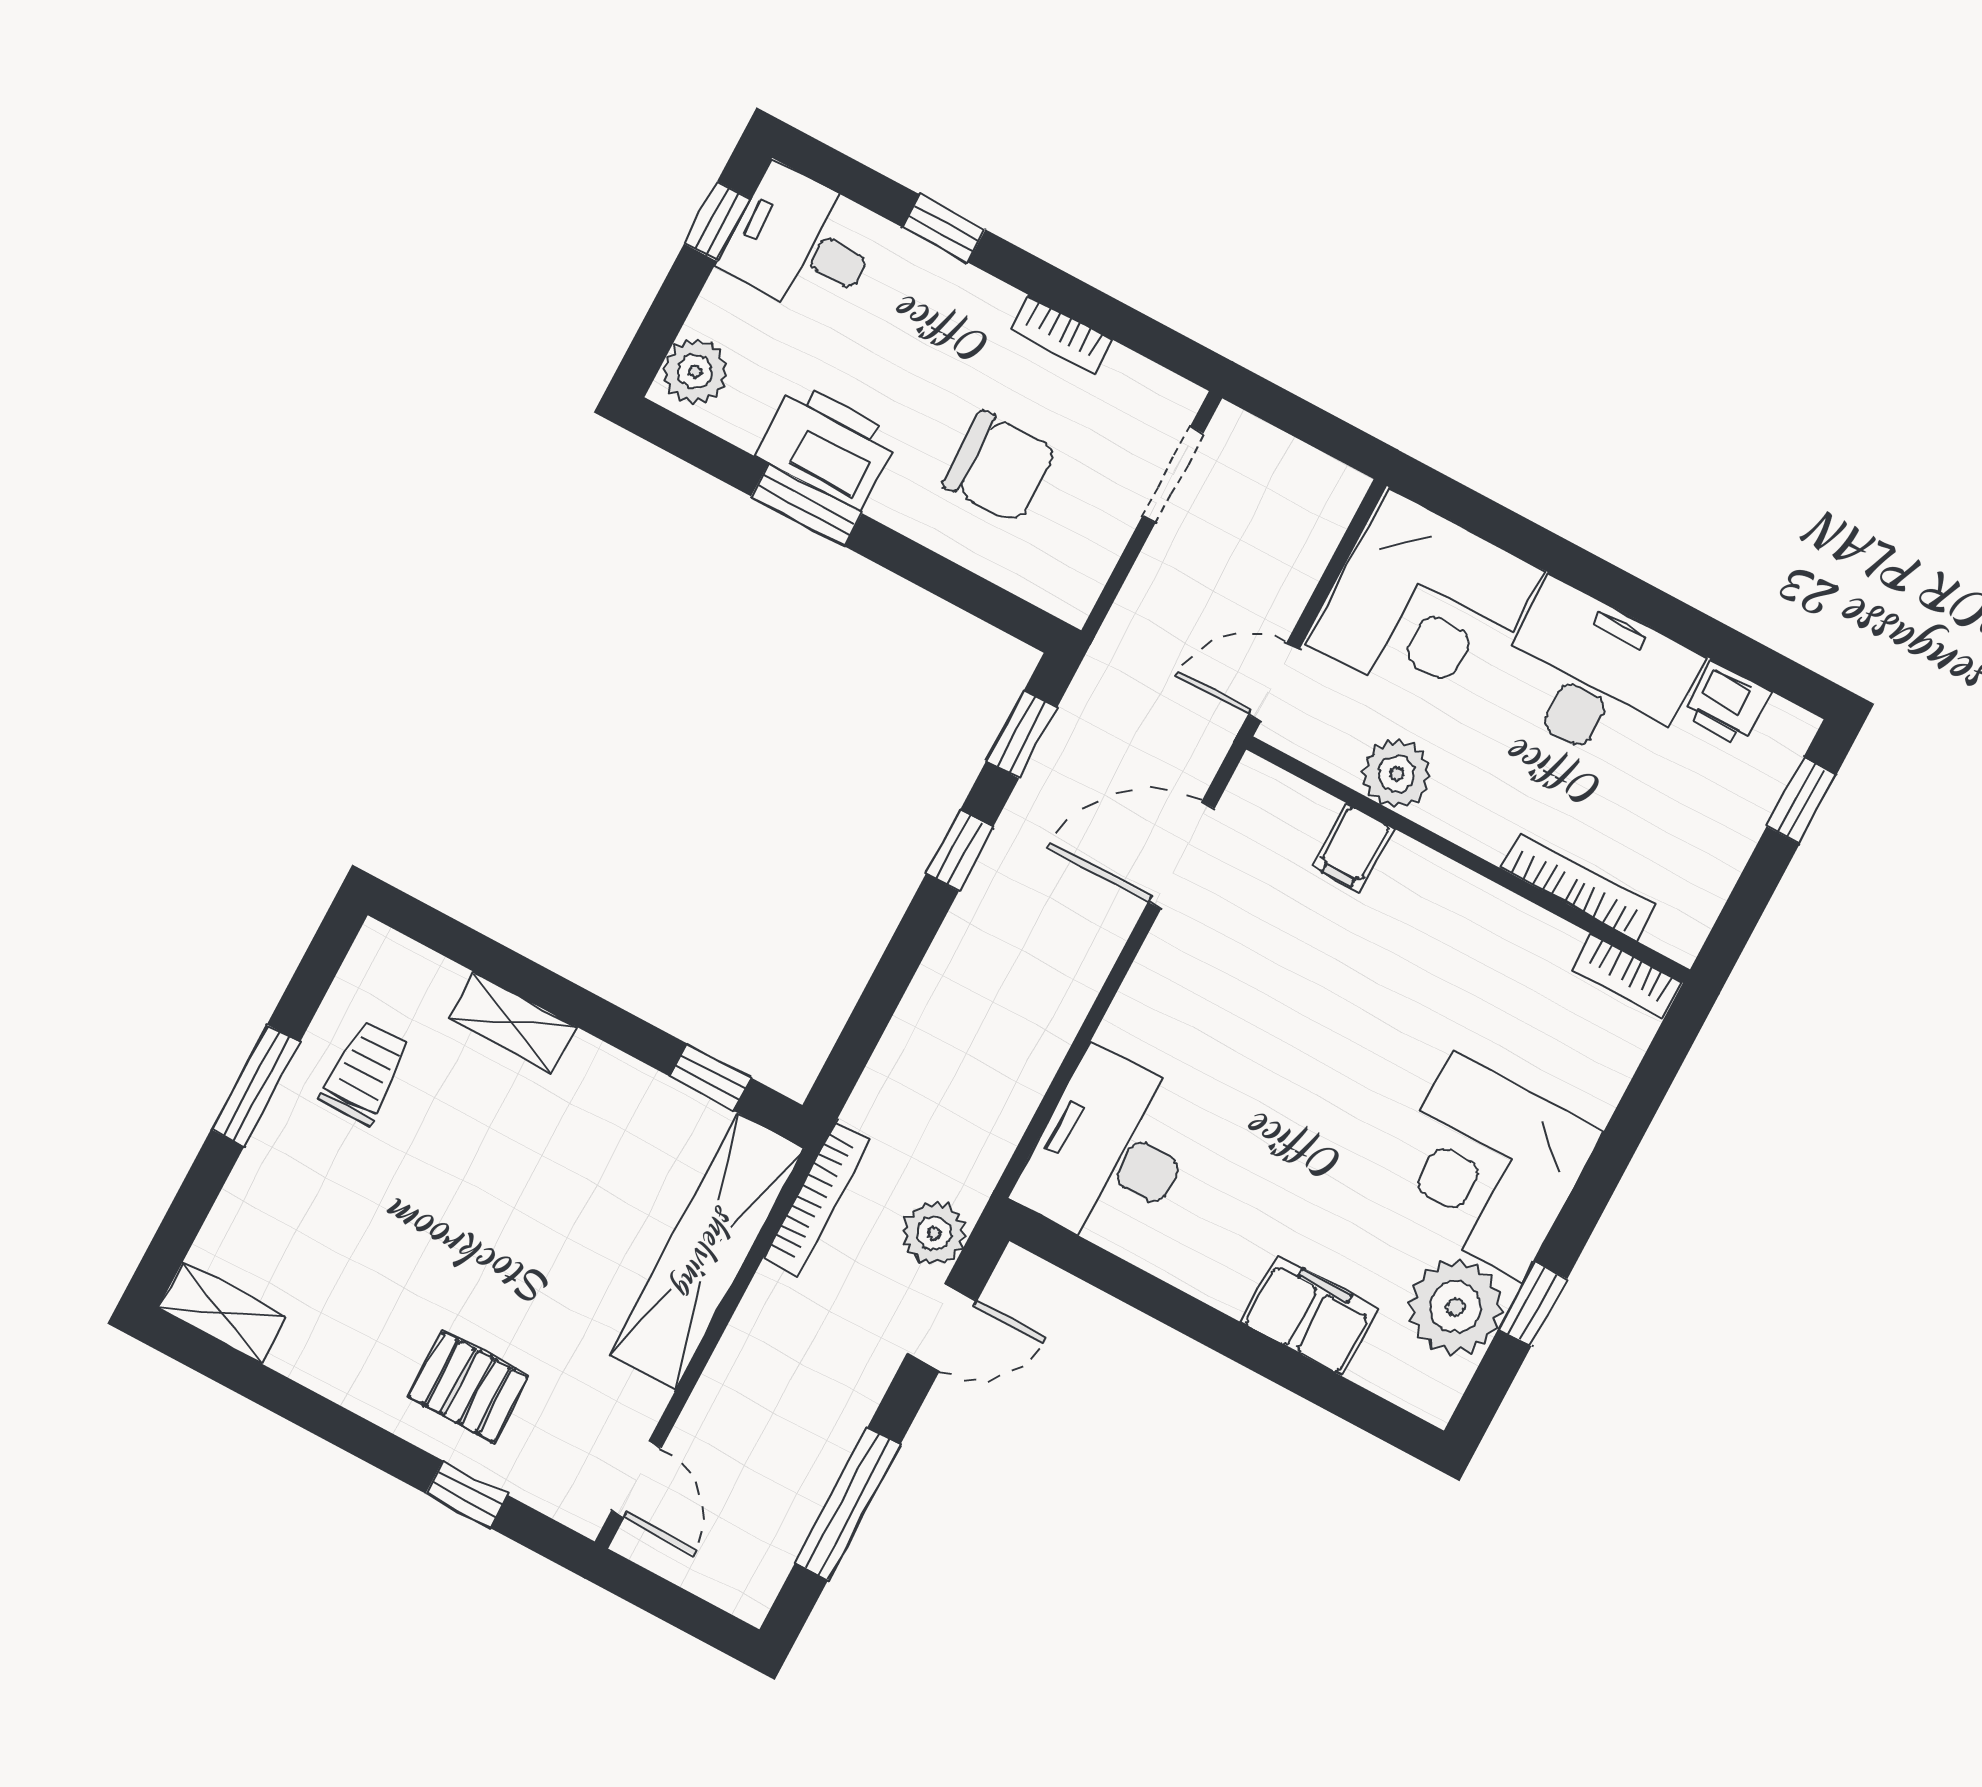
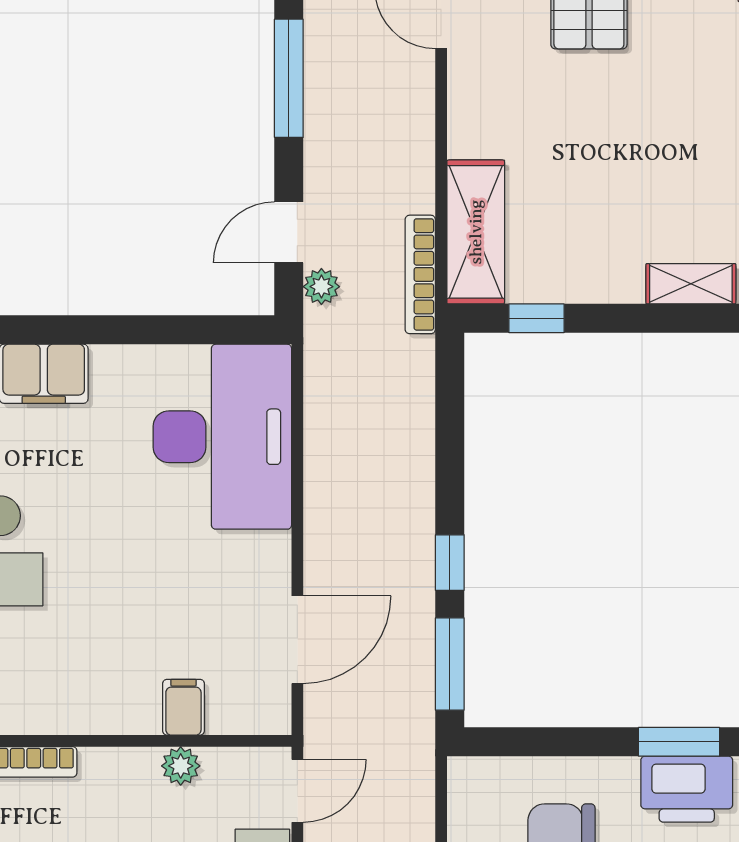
window: (1022, 734) -> (450, 664), width x1.50
plant: (1397, 774) -> (181, 766), width x0.73, depth x0.73
desk: (1110, 1152) -> (222, 437), width x1.36, depth x1.30
plant: (934, 1233) -> (321, 287), width x0.73, depth x0.73
shelving: (707, 1252) -> (476, 232), width x0.68

